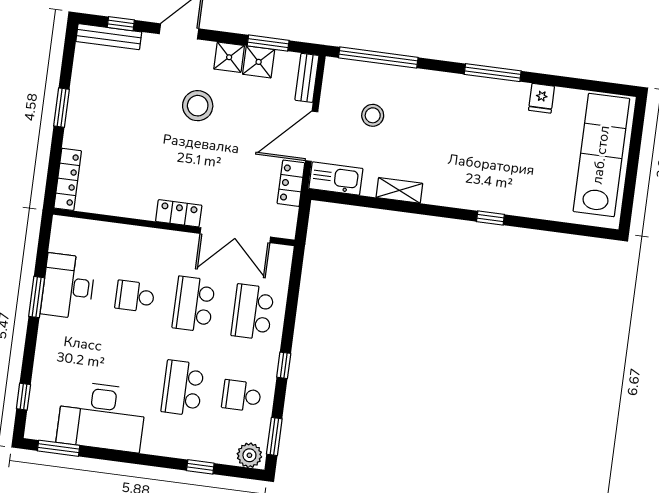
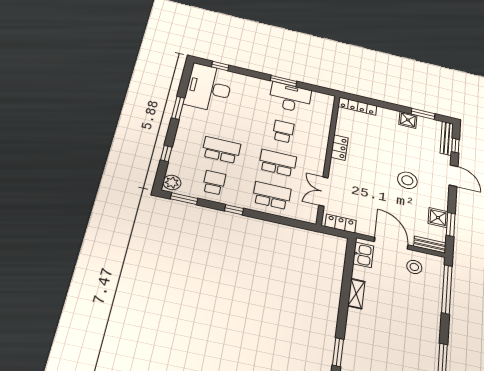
shower: (229, 57) -> (408, 120), moved
window: (62, 108) -> (423, 114), moved
stool: (373, 115) -> (414, 267), moved
kitchen sink: (336, 179) -> (363, 255), width x0.73
locker: (291, 183) -> (341, 223), moved
locker: (179, 213) -> (339, 148), moved
window: (490, 218) -> (338, 352), width x1.50
double door: (235, 235) -> (323, 192), width x0.73
desk: (102, 416) -> (209, 88), moved
window: (59, 448) -> (178, 108), moved

